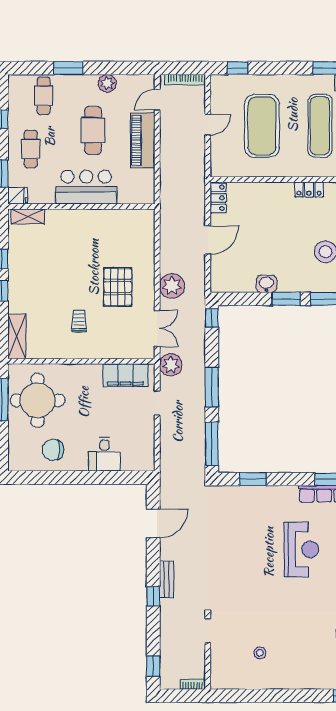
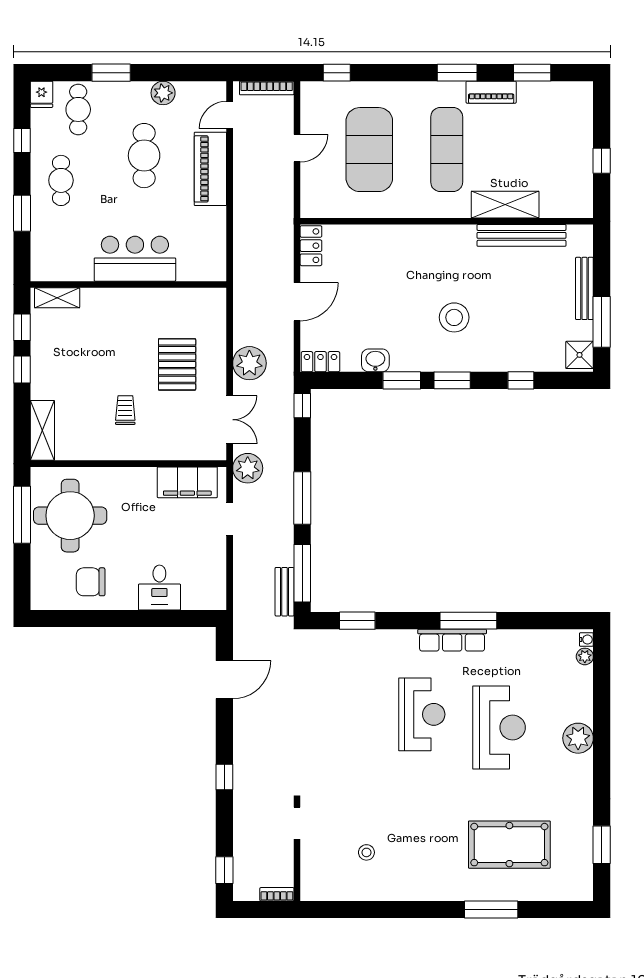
bar counter: (86, 187) -> (135, 259), moved
locker: (309, 190) -> (320, 362), moved, turned 180
fridge: (18, 196) -> (41, 94), moved, turned 90
wall: (81, 206) -> (128, 284), moved
shelving: (28, 216) -> (57, 298), moved
bench: (167, 580) -> (285, 592), moved

